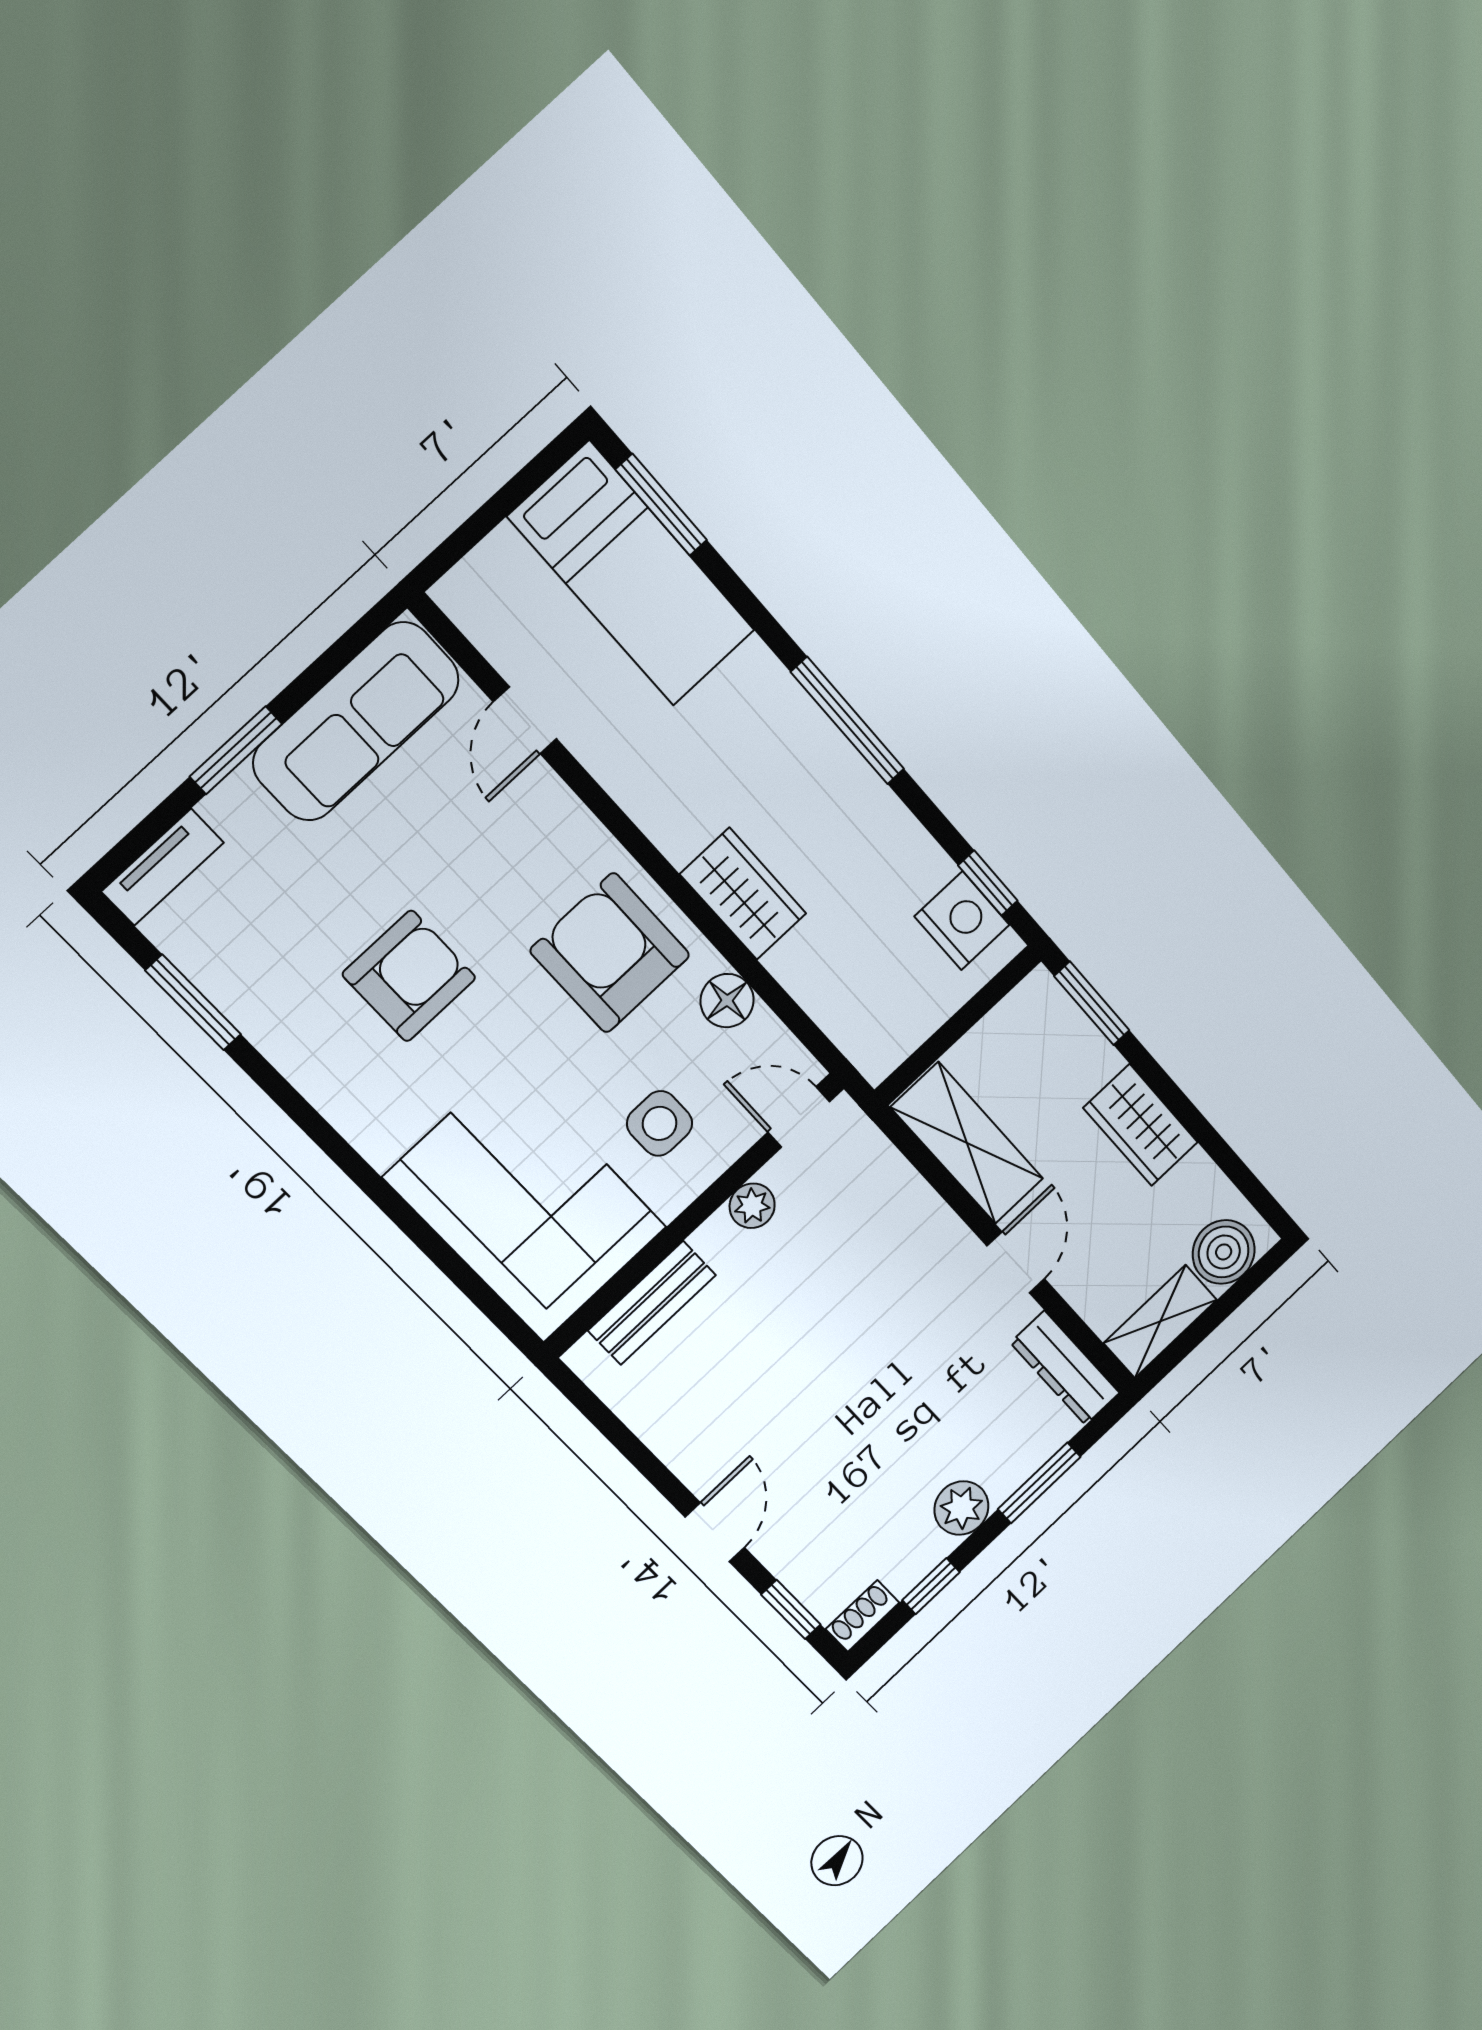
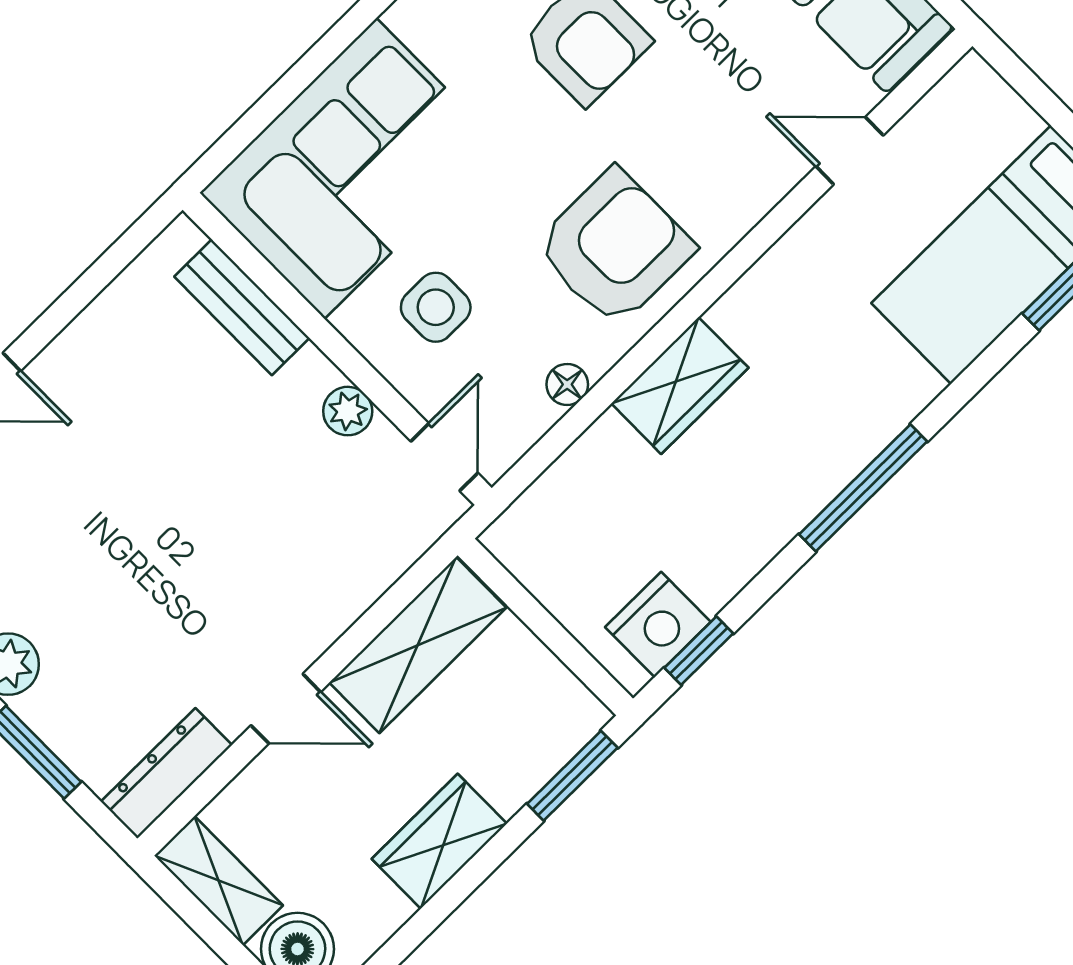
floor lamp: (727, 1001) -> (567, 384), width x0.73, depth x0.73

